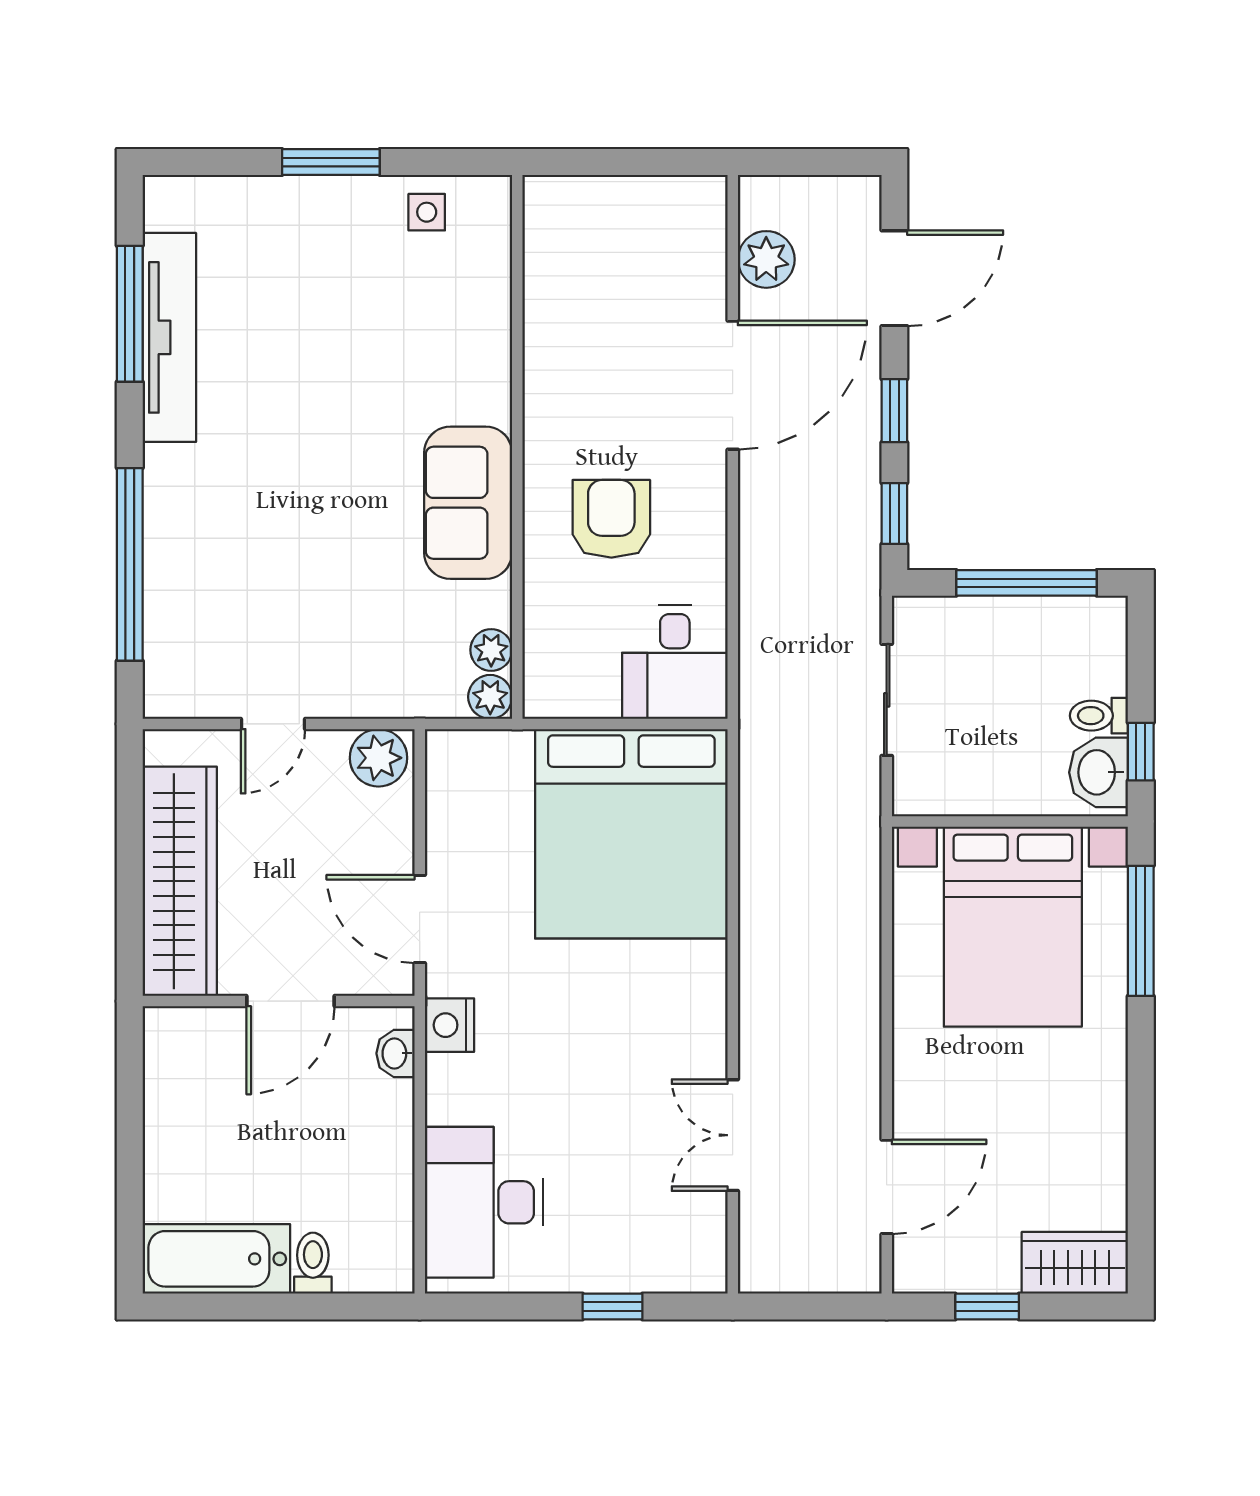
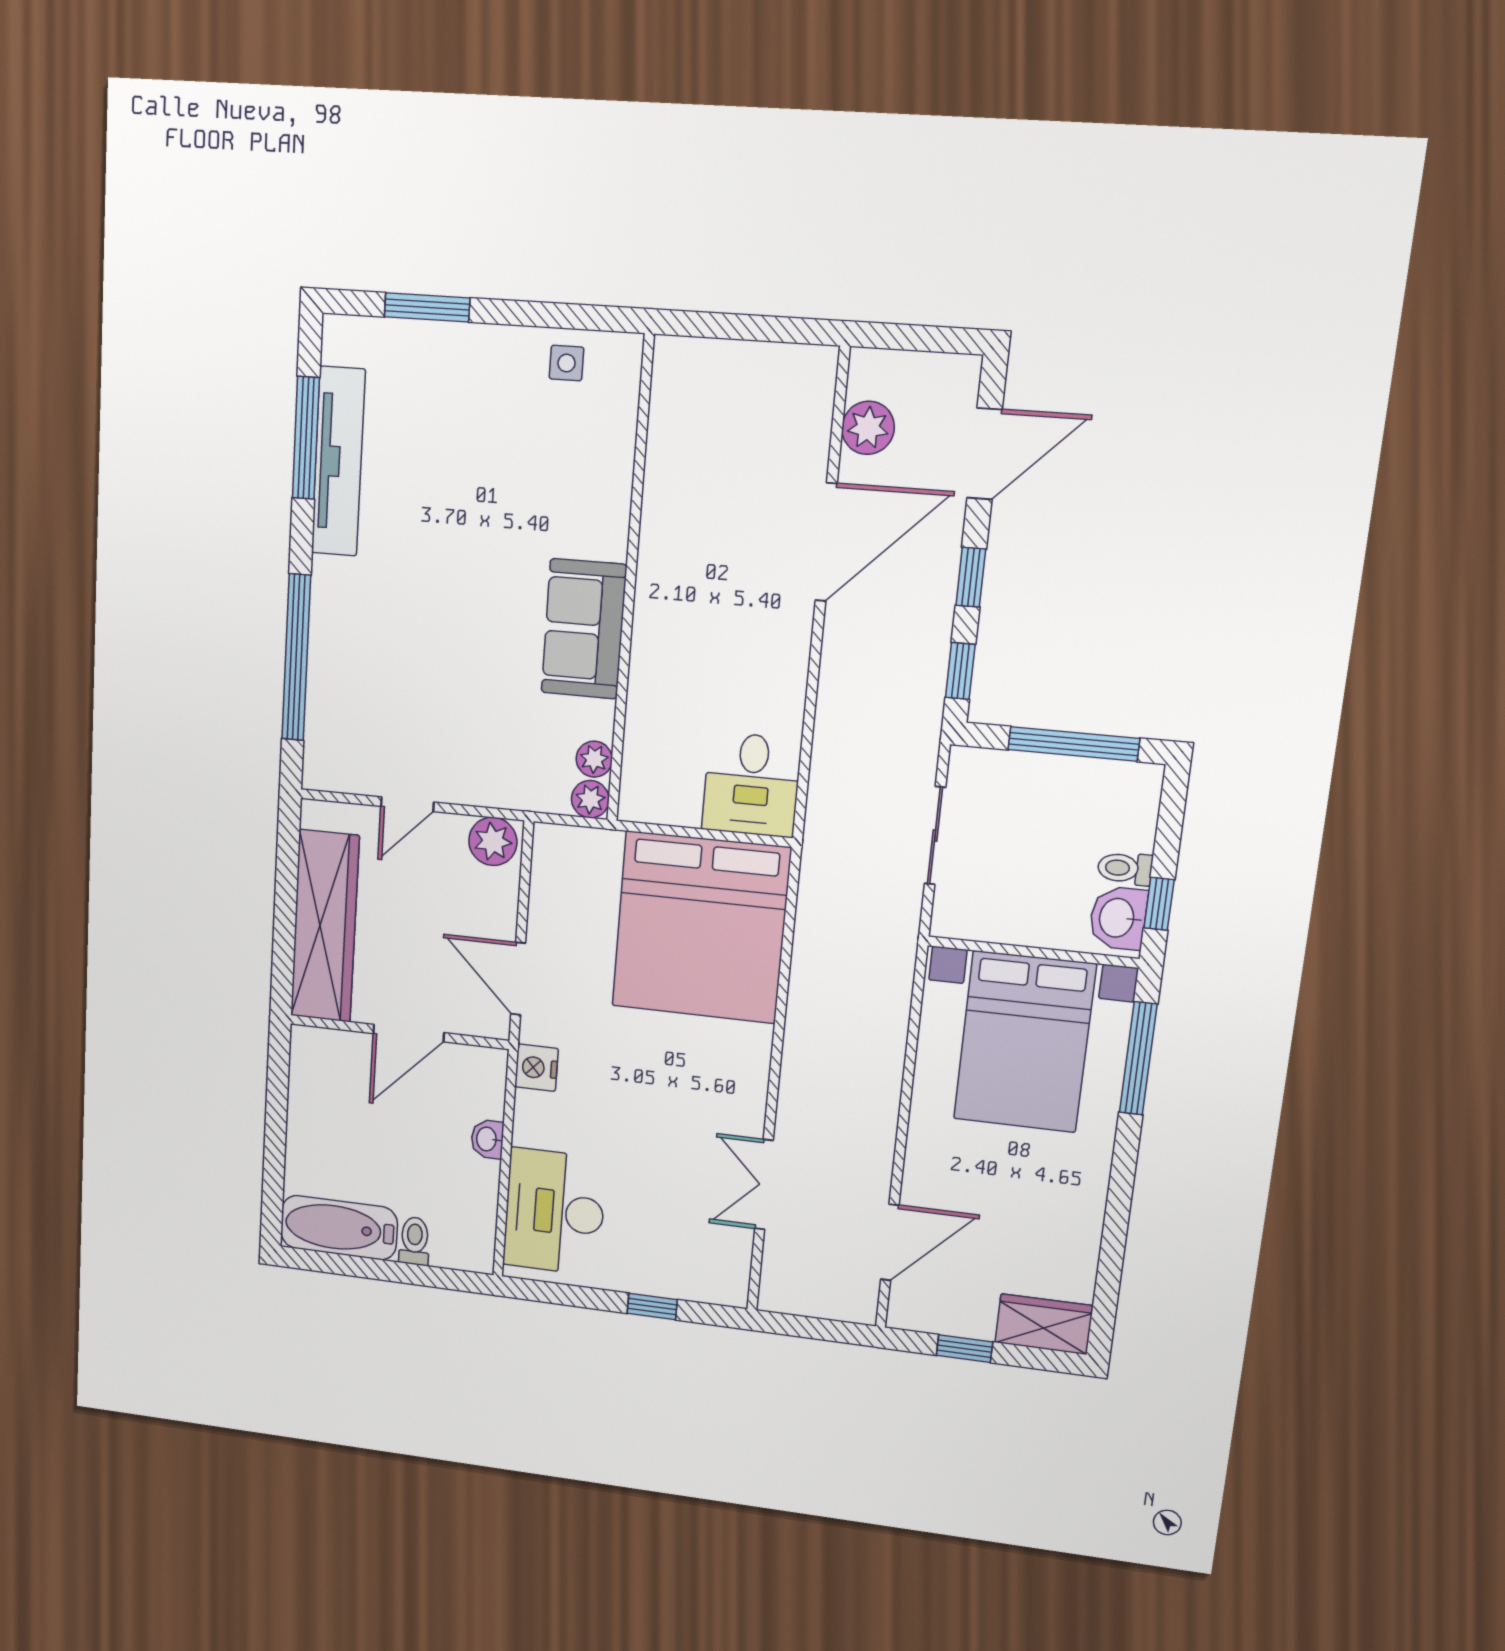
window: (331, 162) -> (427, 307), moved
armchair: (611, 519) -> (707, 654), removed
washbasin: (396, 1053) -> (487, 1139), moved

